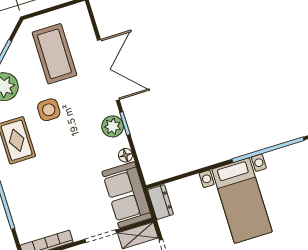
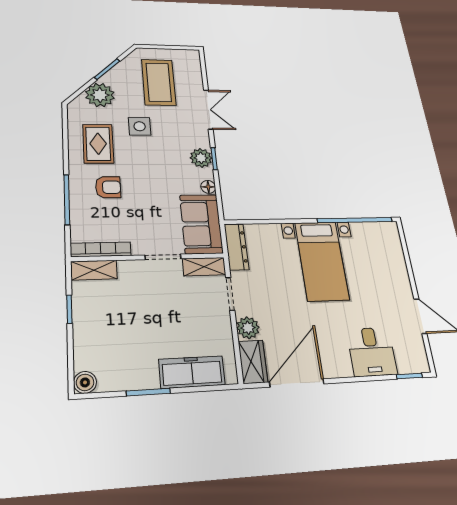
double door: (108, 70) -> (208, 110), width x0.73
armchair: (37, 182) -> (108, 187), added
dresser: (161, 202) -> (236, 247), width x1.44

